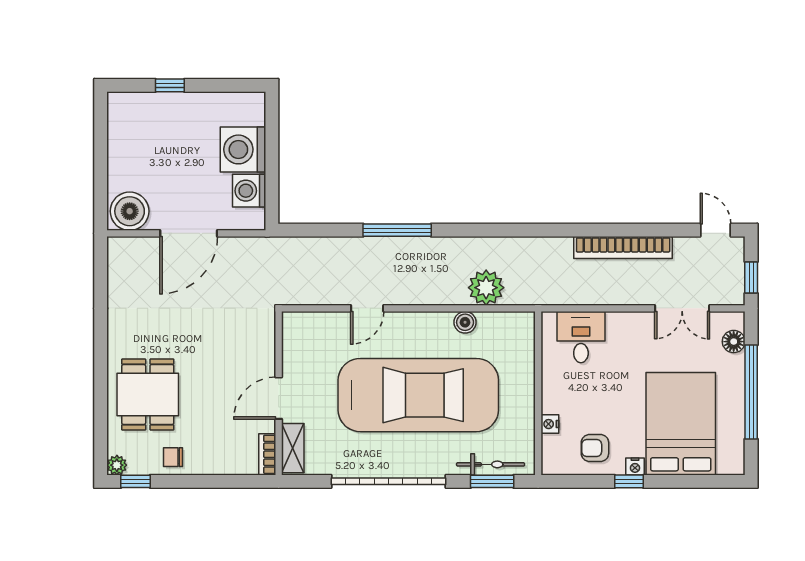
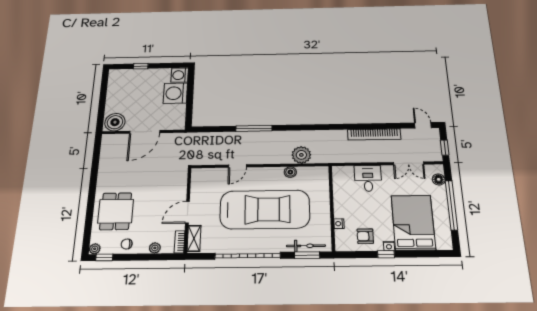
washing machine: (249, 191) -> (180, 75), moved
desk: (581, 337) -> (368, 178), moved
plant: (224, 465) -> (155, 248), added

